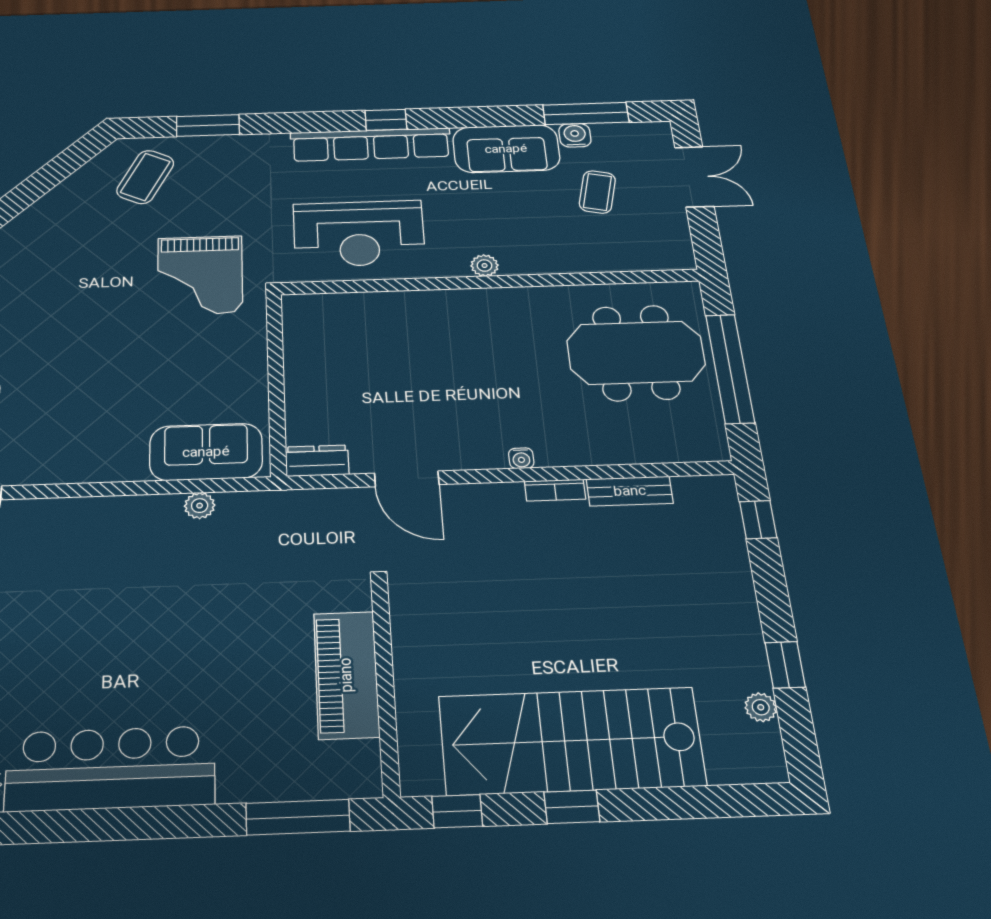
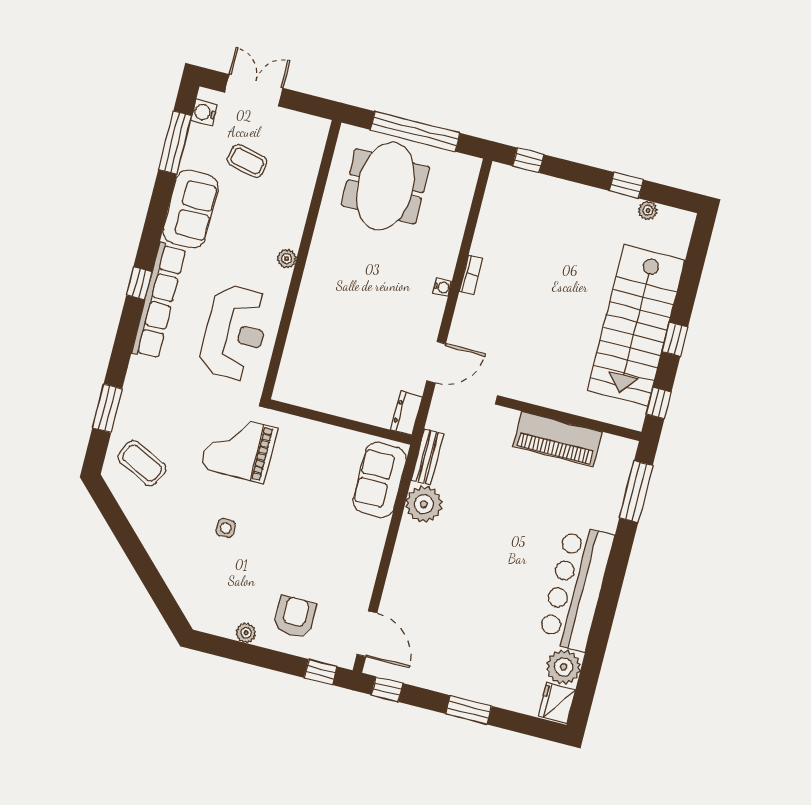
water cooler: (575, 135) -> (204, 113), moved
grand piano: (200, 275) -> (239, 448), turned 180
side table: (81, 287) -> (226, 528), added
bench: (630, 491) -> (427, 457), moved
plant: (200, 506) -> (424, 504), width x1.87, depth x1.87

